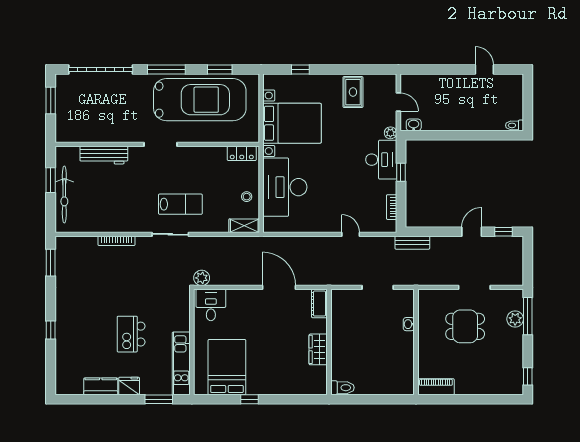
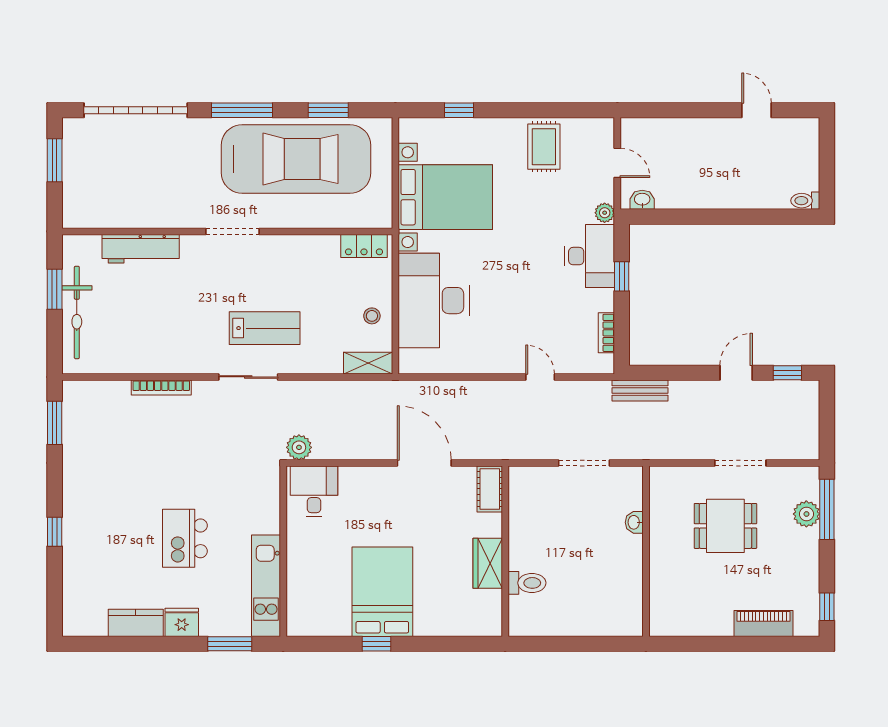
bed: (227, 367) -> (382, 592), moved
piano: (436, 387) -> (763, 624), moved
toilet: (342, 388) -> (527, 583), moved

